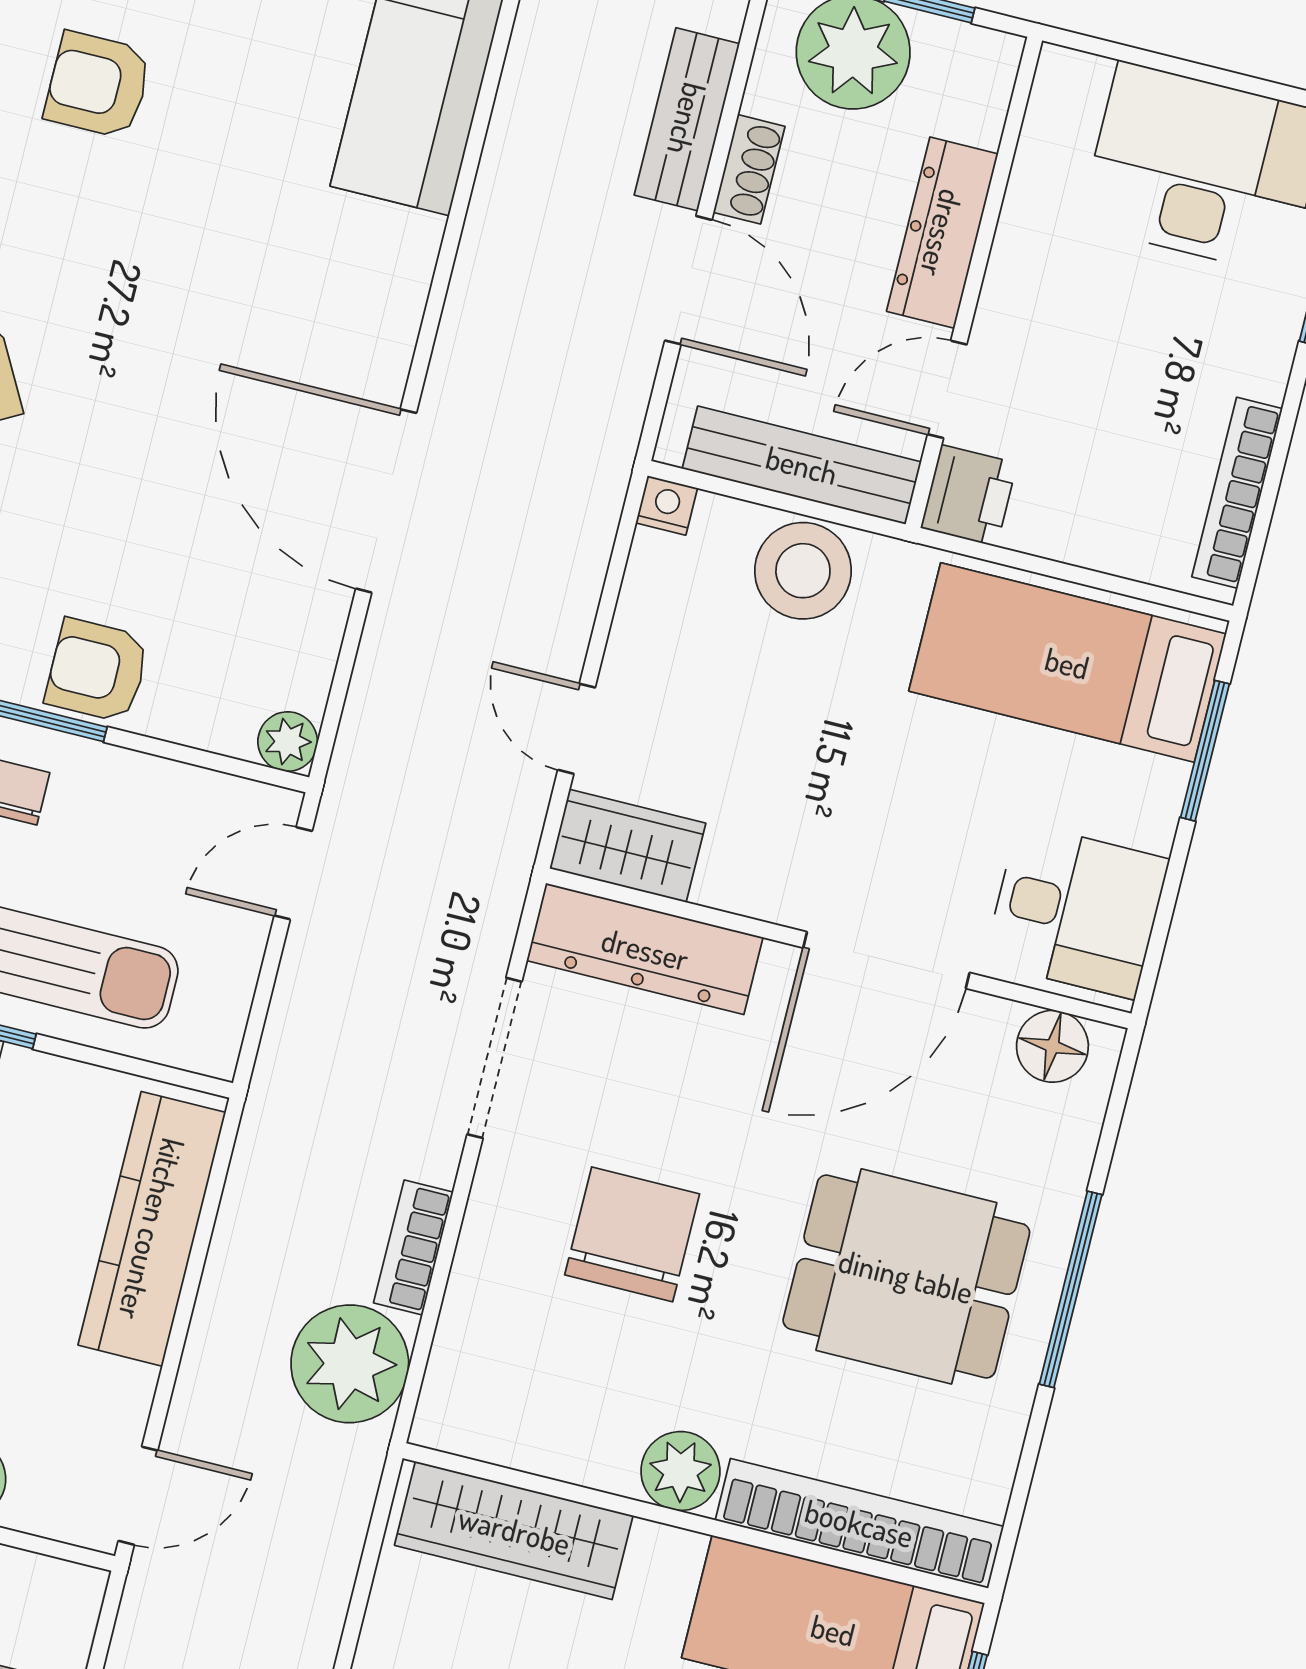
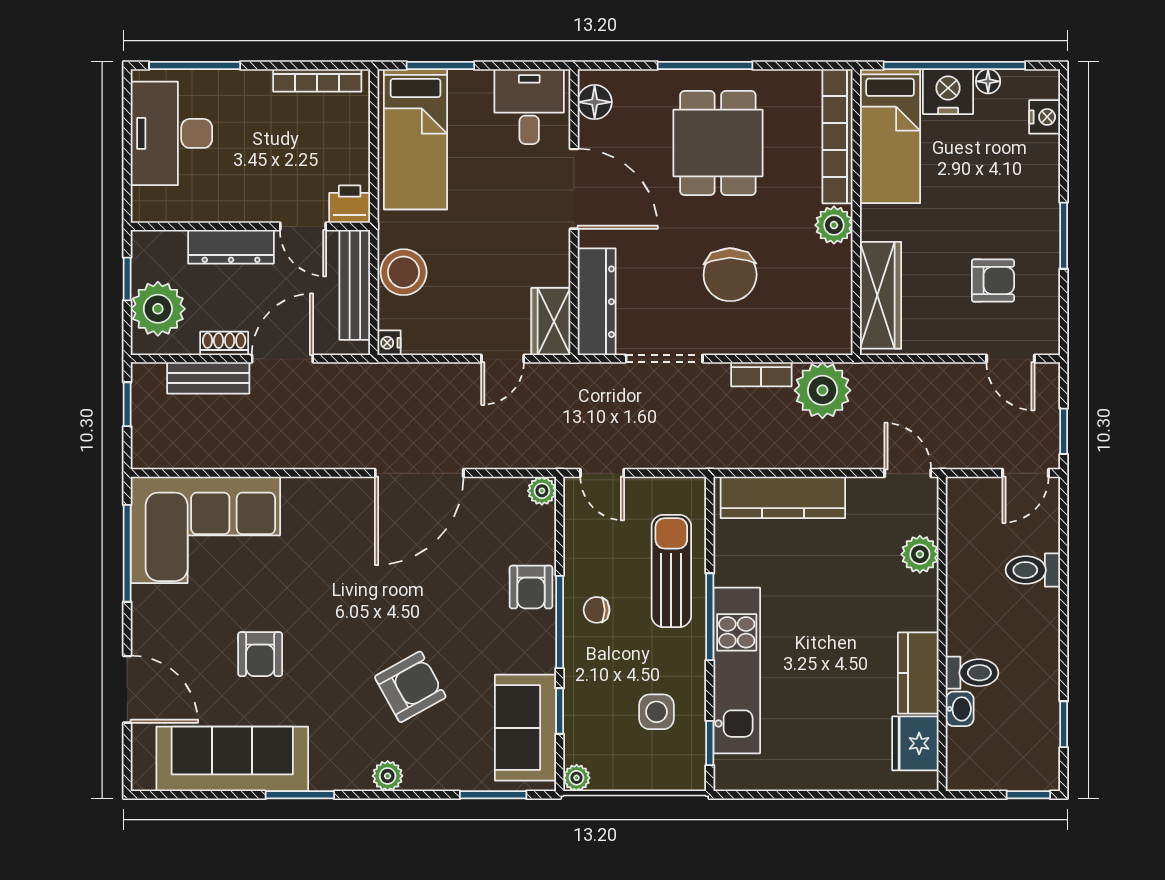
chair: (632, 1234) -> (730, 275), turned -91

